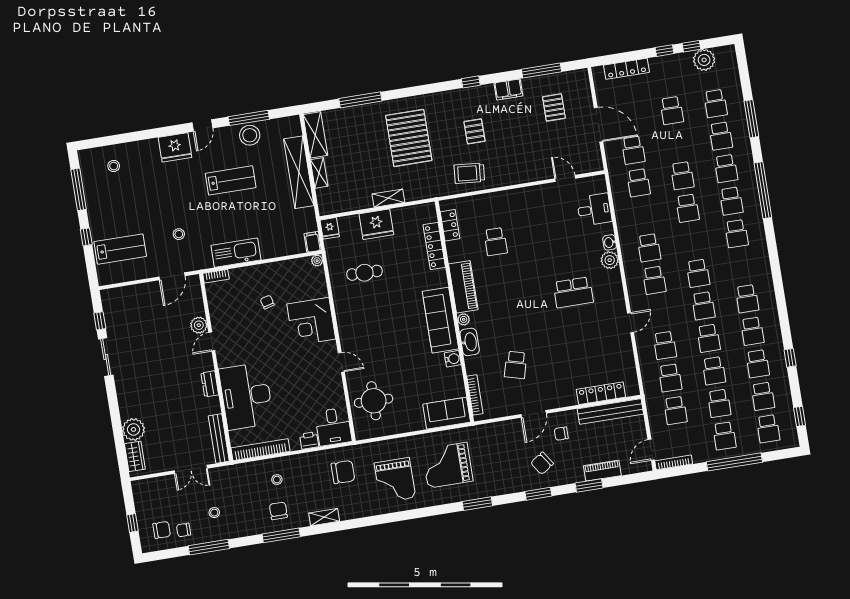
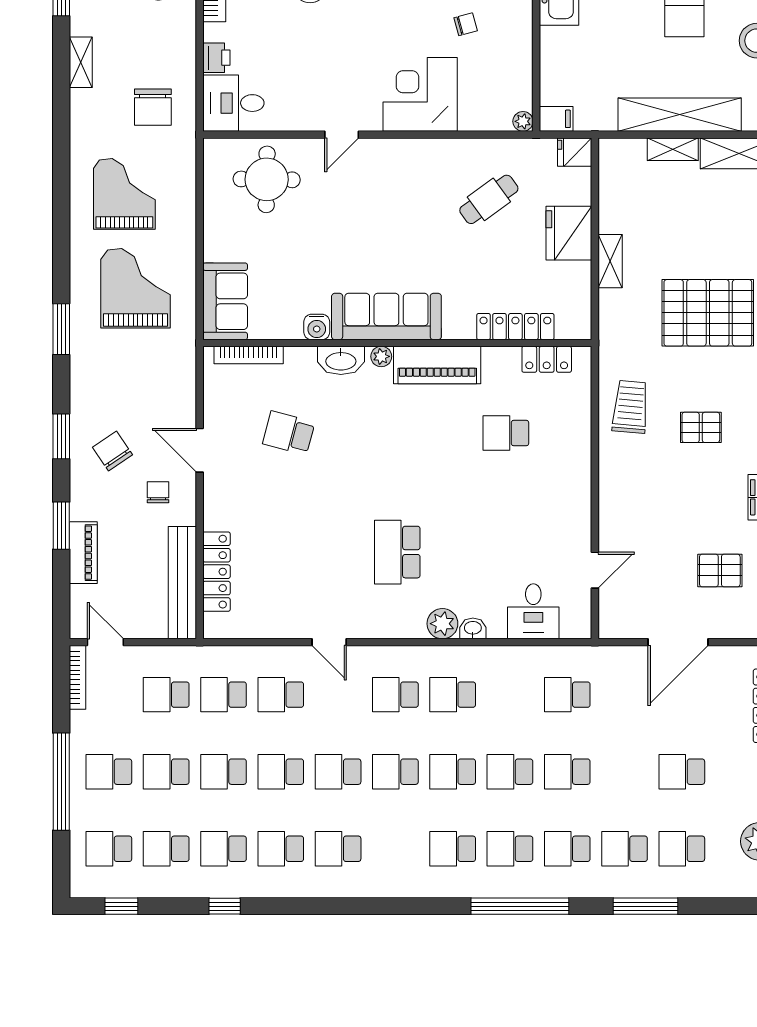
school desk: (633, 150) -> (453, 772), moved
cafe table: (364, 273) -> (489, 199), turned 53
grand piano: (395, 480) -> (124, 194), turned 90

